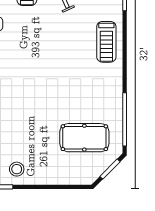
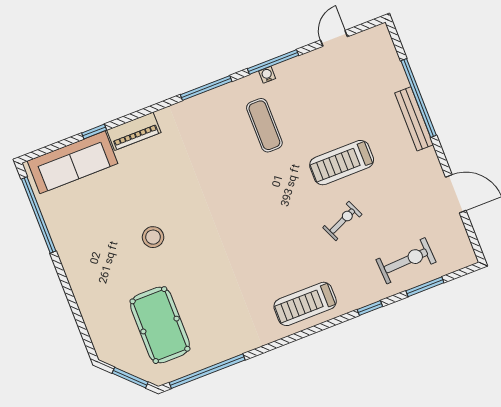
stool: (17, 169) -> (153, 237), moved

